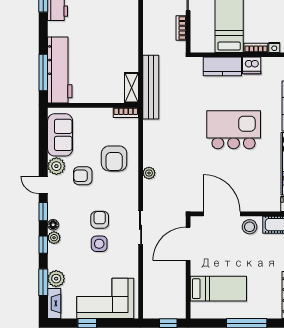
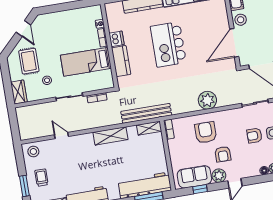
shelving: (130, 37) -> (110, 136), added
armchair: (114, 158) -> (206, 132), turned -90
plant: (149, 173) -> (207, 100), width x1.87, depth x1.87
window: (43, 212) -> (200, 189), moved

